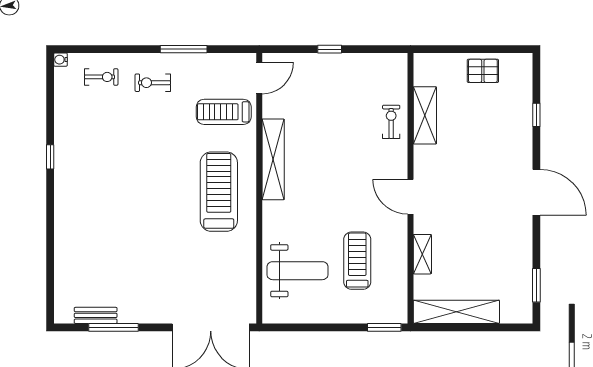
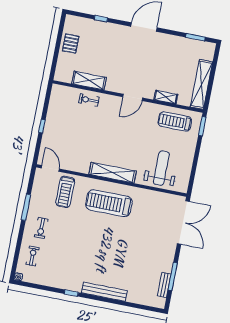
shelving: (273, 159) -> (113, 173), moved
bench: (64, 214) -> (104, 292), added
treadmill: (357, 261) -> (175, 121), moved

